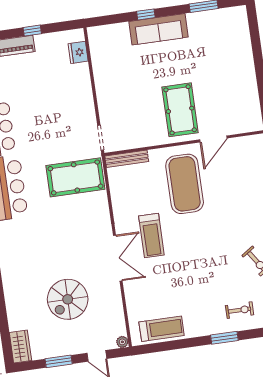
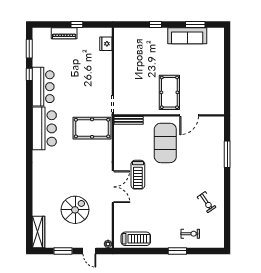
sofa: (158, 29) -> (187, 36), moved
spiral stairs: (68, 299) -> (75, 210), turned 180
wardrobe: (20, 347) -> (38, 232), width x1.50

